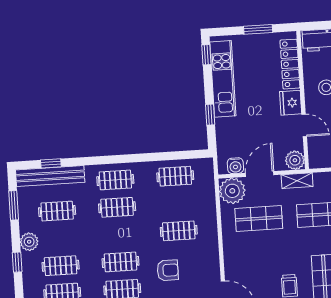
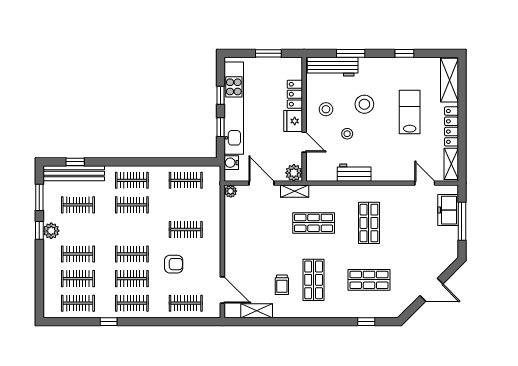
window: (206, 55) -> (221, 95), moved
locker: (290, 64) -> (295, 94), width x0.66
kitchen unit: (223, 79) -> (234, 108), width x1.36
water cooler: (235, 166) -> (231, 163), moved, turned 90
door: (260, 174) -> (261, 183), hinge flipped
plant: (232, 191) -> (231, 191), width x0.53, depth x0.53
shop shelf: (259, 218) -> (258, 223), removed
window: (17, 262) -> (39, 230), moved

